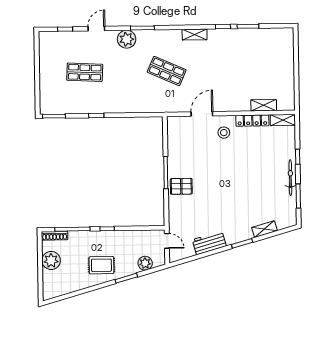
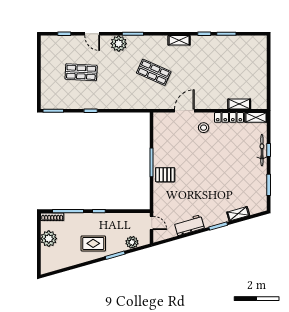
door: (96, 29) -> (92, 34), swing flipped
bicycle: (290, 178) -> (262, 150), moved

